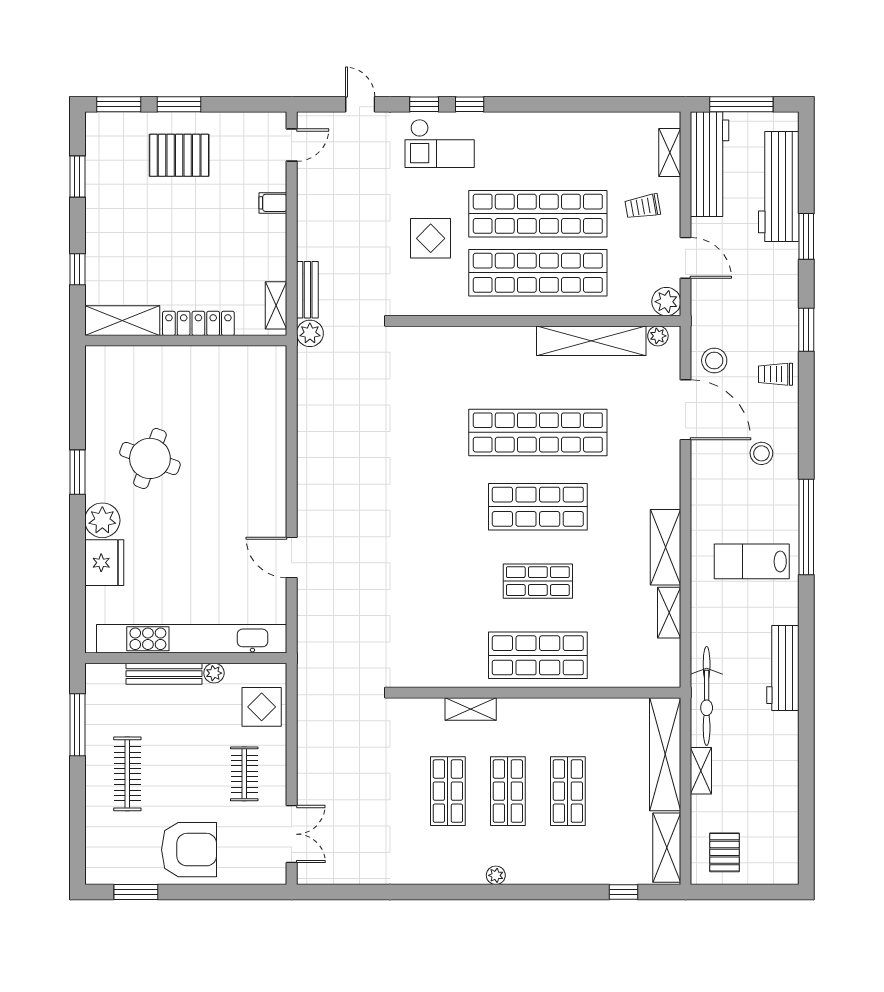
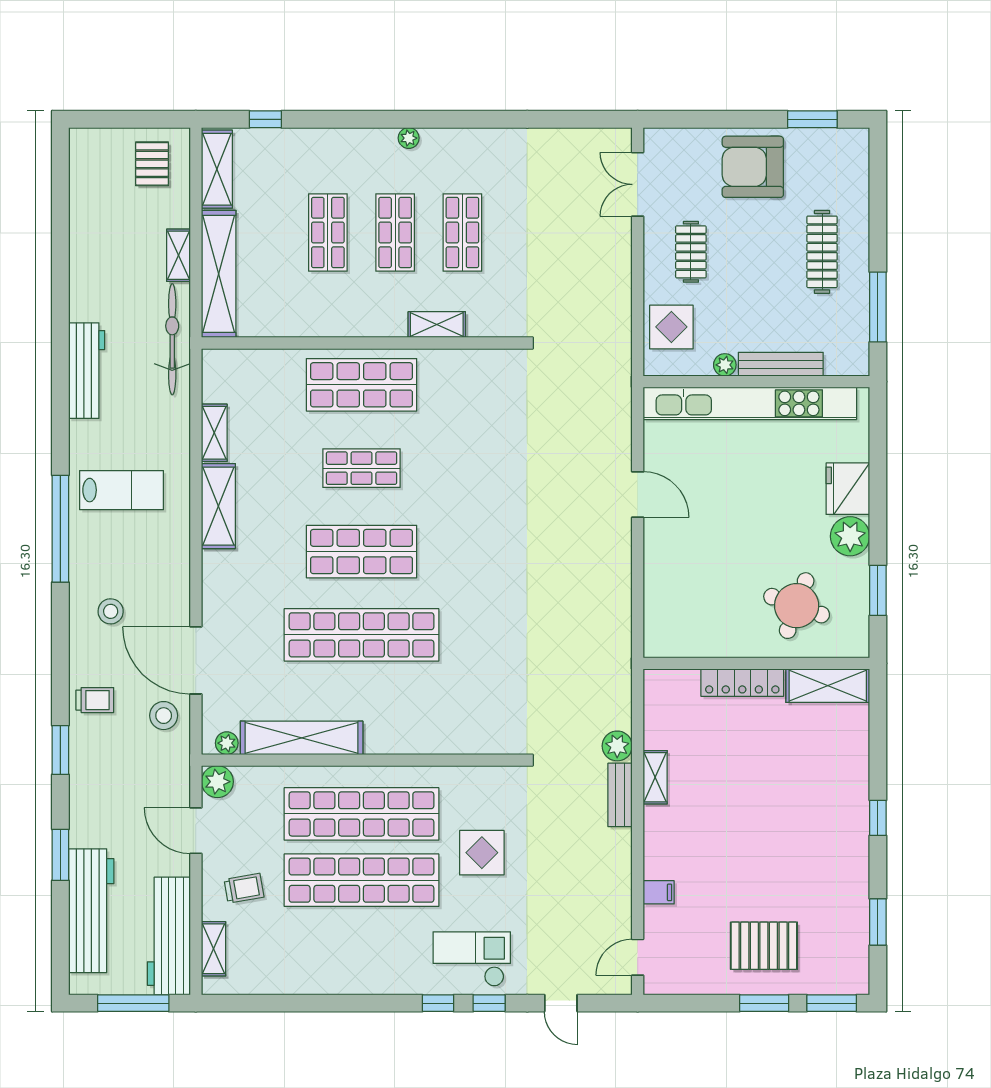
shelving: (122, 321) -> (828, 686), moved
locker: (198, 323) -> (742, 683), moved
wall: (186, 341) -> (756, 663), moved

